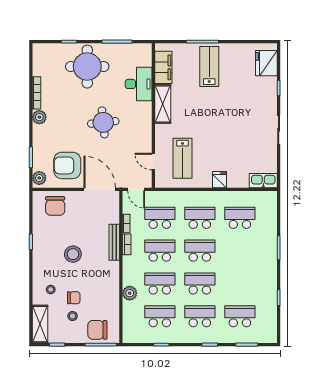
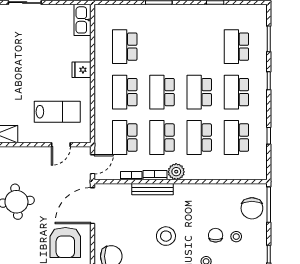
plant: (130, 293) -> (176, 172), moved

